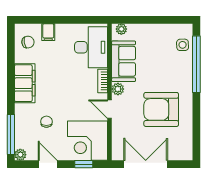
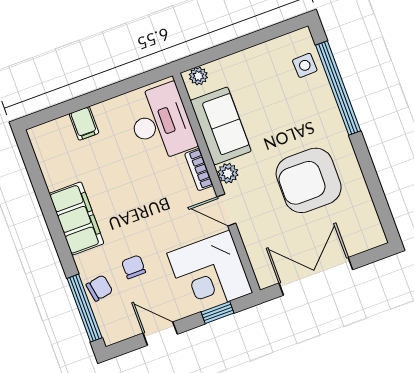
chair: (28, 42) -> (99, 288), moved
plant: (20, 155) -> (111, 334), removed

